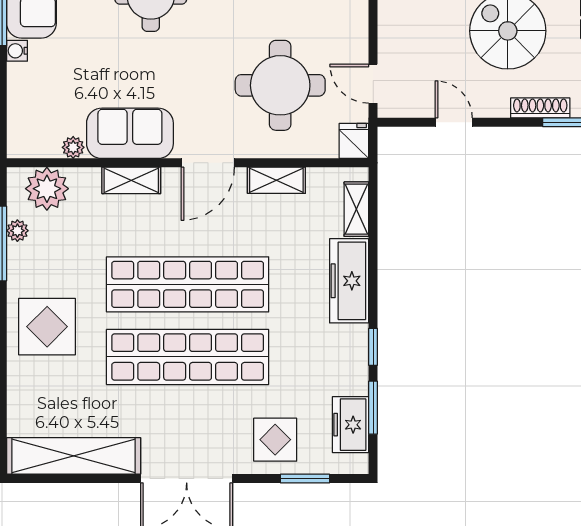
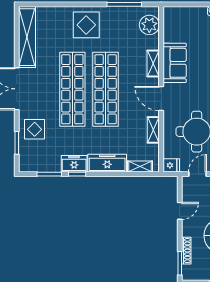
plant: (73, 147) -> (168, 37), removed
plant: (17, 231) -> (130, 11), removed
freezer: (350, 425) -> (74, 164), moved

